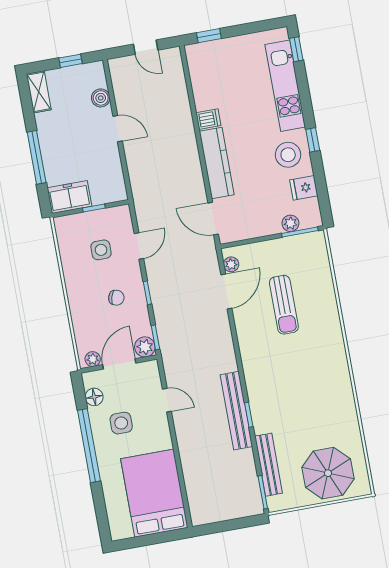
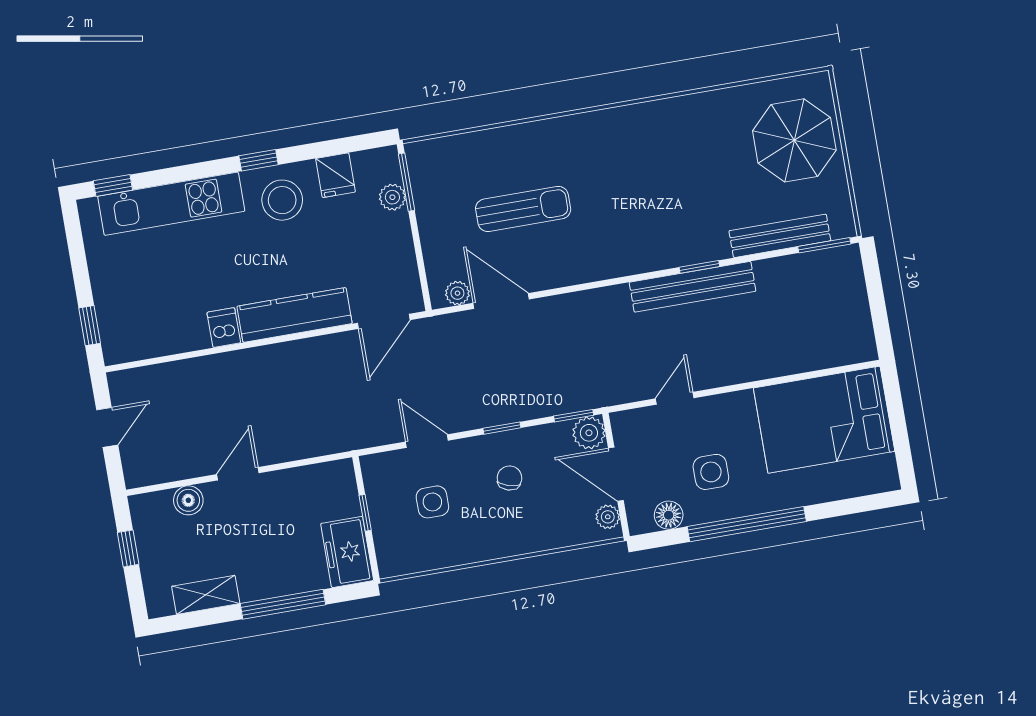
shelving: (39, 92) -> (206, 595), moved

